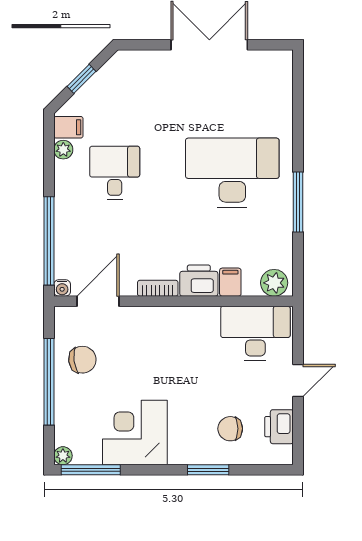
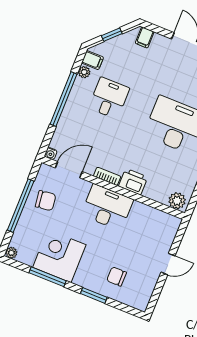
window: (49, 241) -> (64, 99), moved
filing cabinet: (230, 282) -> (145, 38), moved, turned 180
desk: (255, 333) -> (107, 207), moved
printer: (279, 427) -> (146, 287), removed
window: (91, 470) -> (47, 277), moved

